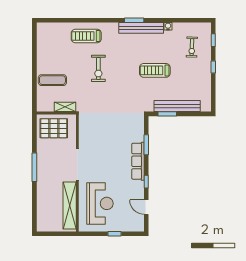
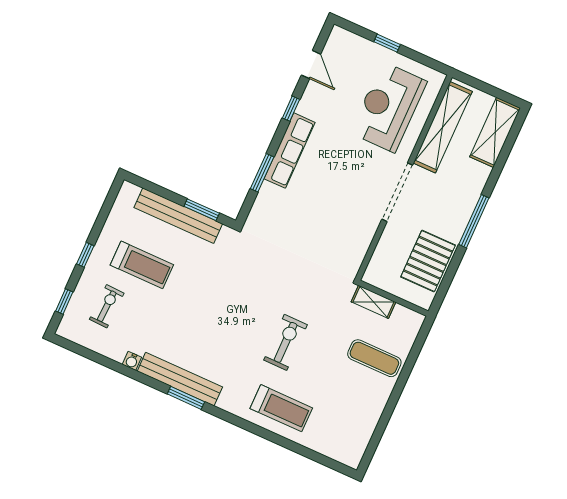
treadmill: (155, 70) -> (142, 265), moved
pallet: (54, 128) -> (428, 261), moved, turned 90
shelving: (43, 214) -> (495, 132), added

